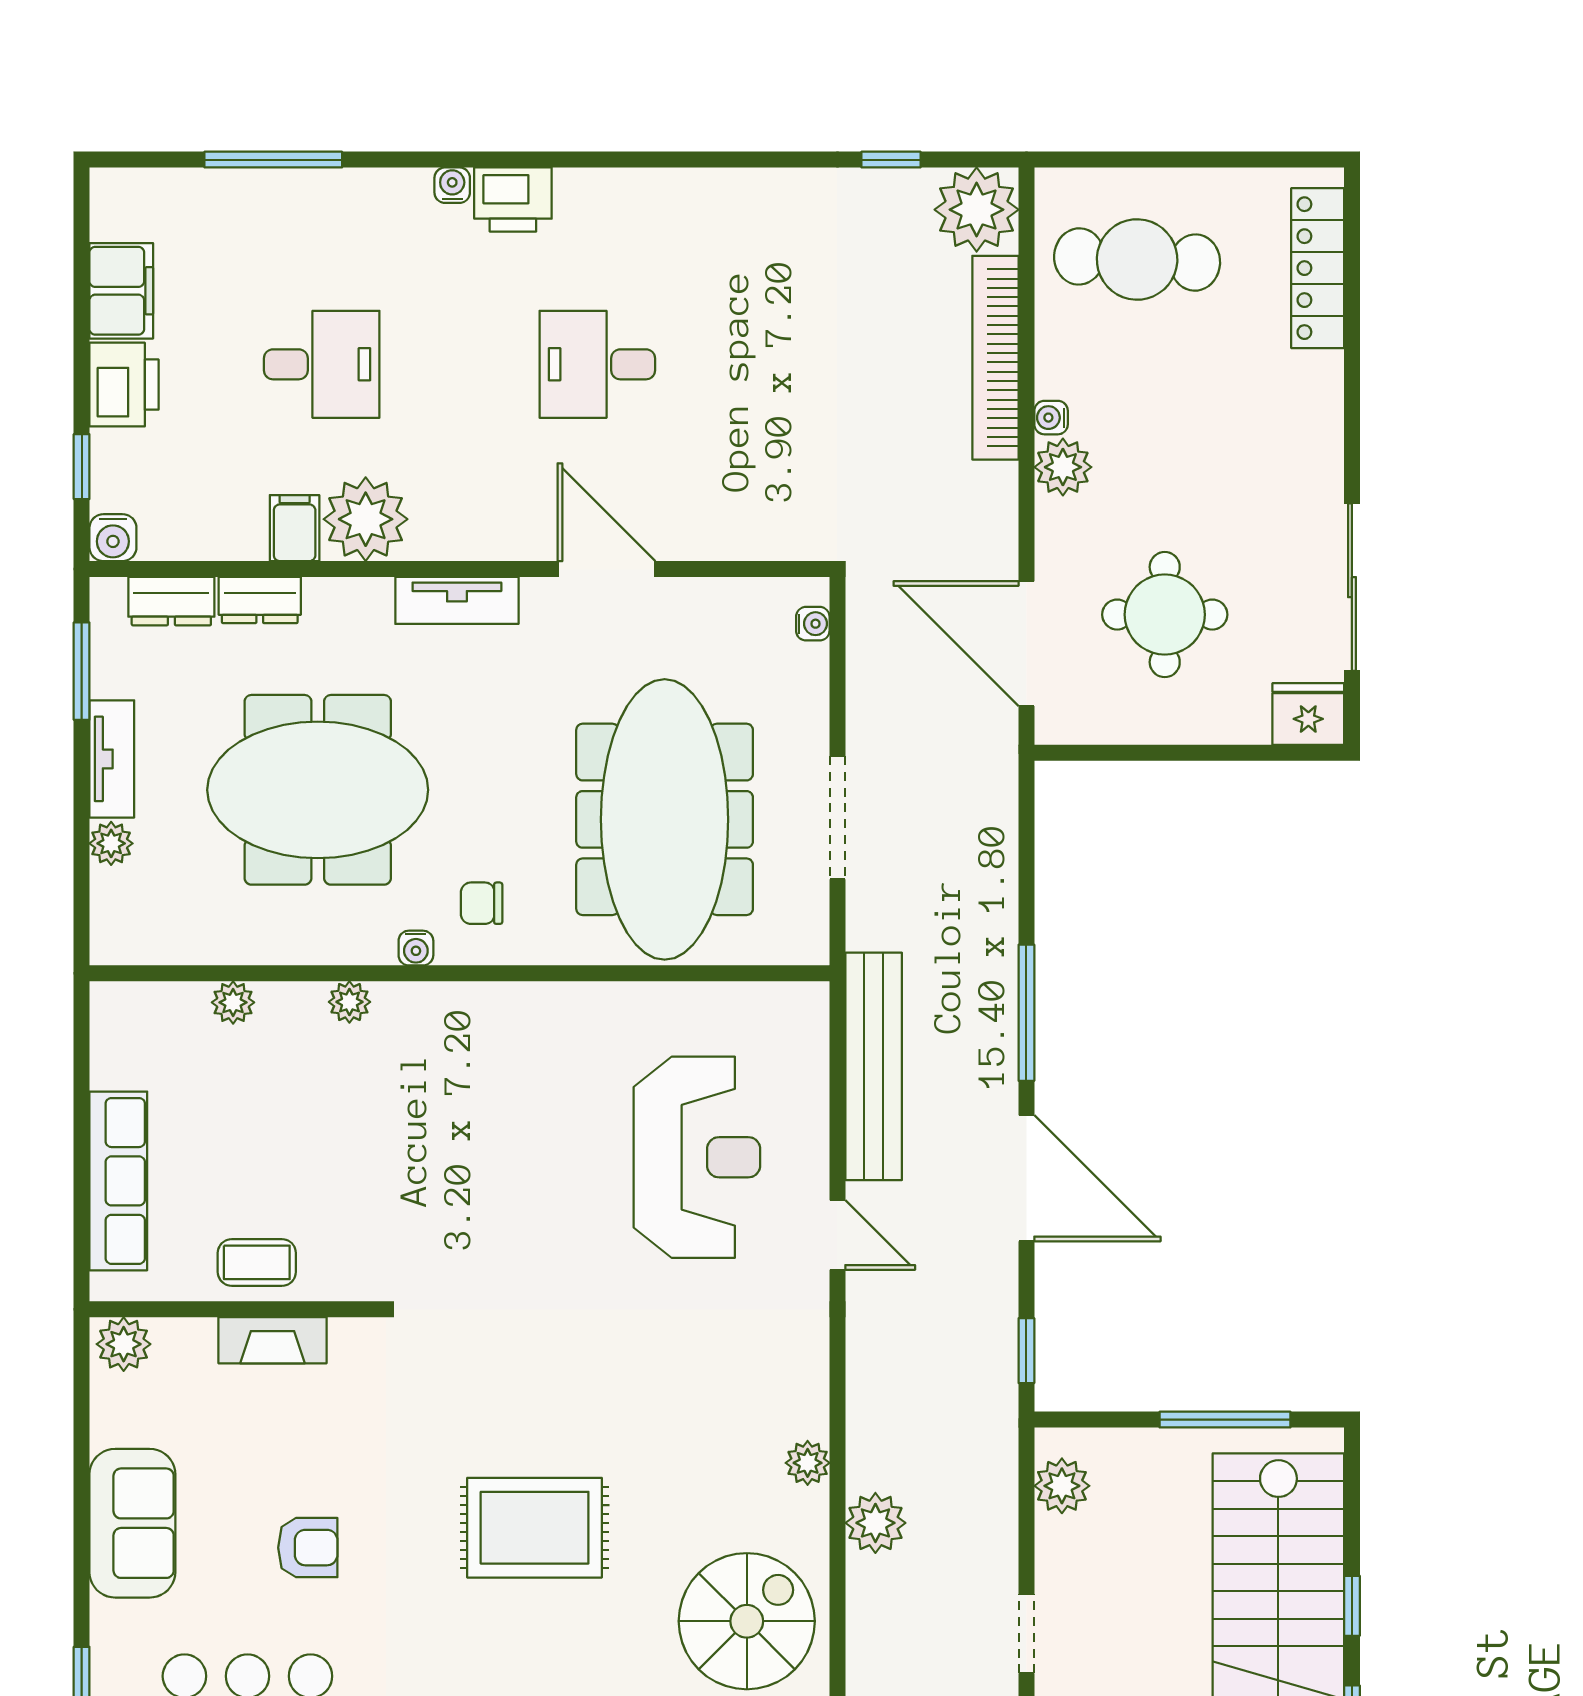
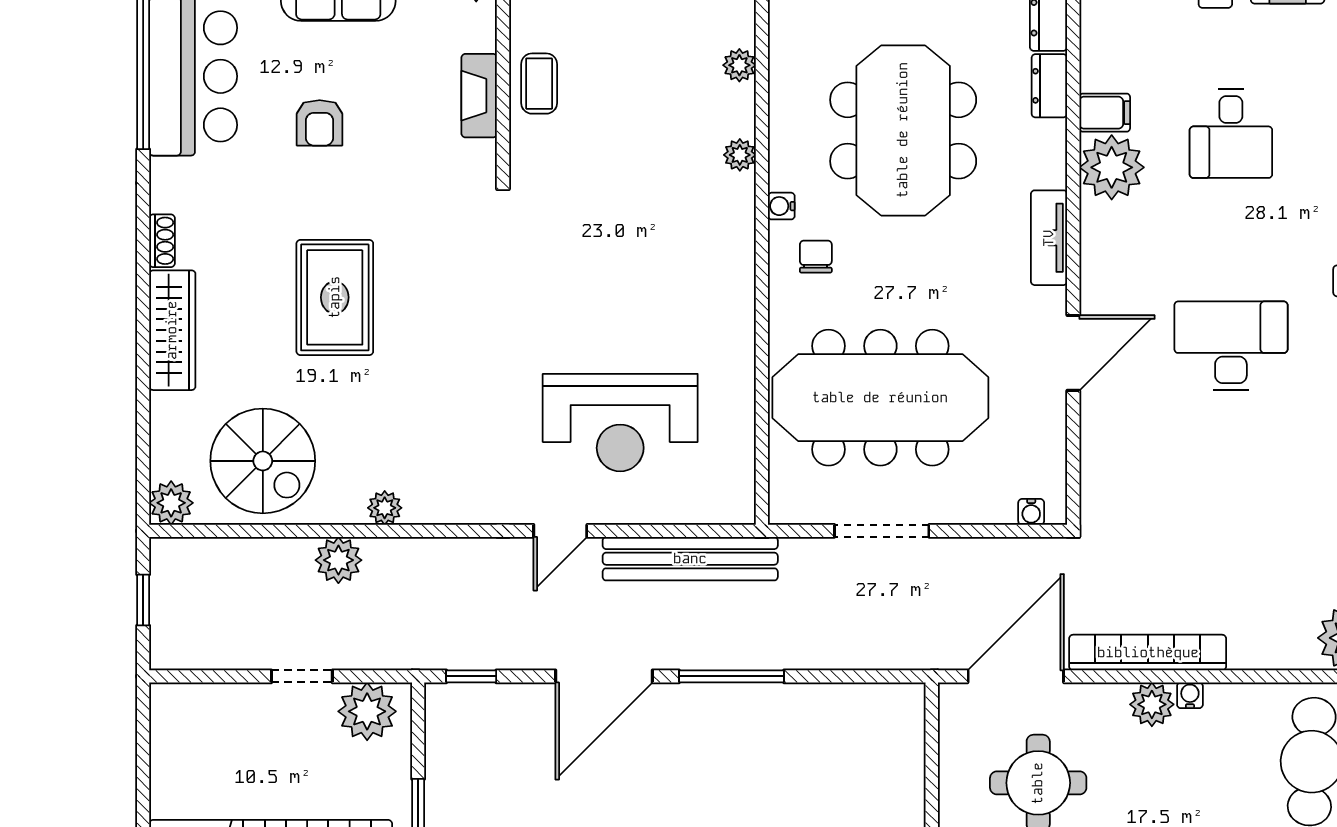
bookcase: (995, 358) -> (1148, 653), moved
desk: (597, 364) -> (1231, 346), width x1.37
plant: (1062, 1486) -> (367, 711), width x1.36, depth x1.36
doorway: (1026, 1634) -> (302, 676), moved

